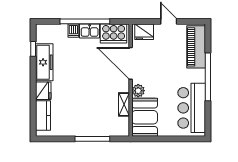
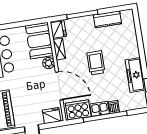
trolley: (86, 83) -> (96, 63), added
fridge: (43, 91) -> (58, 30), moved, turned 180
kitchen counter: (43, 116) -> (107, 19), moved, turned -90

